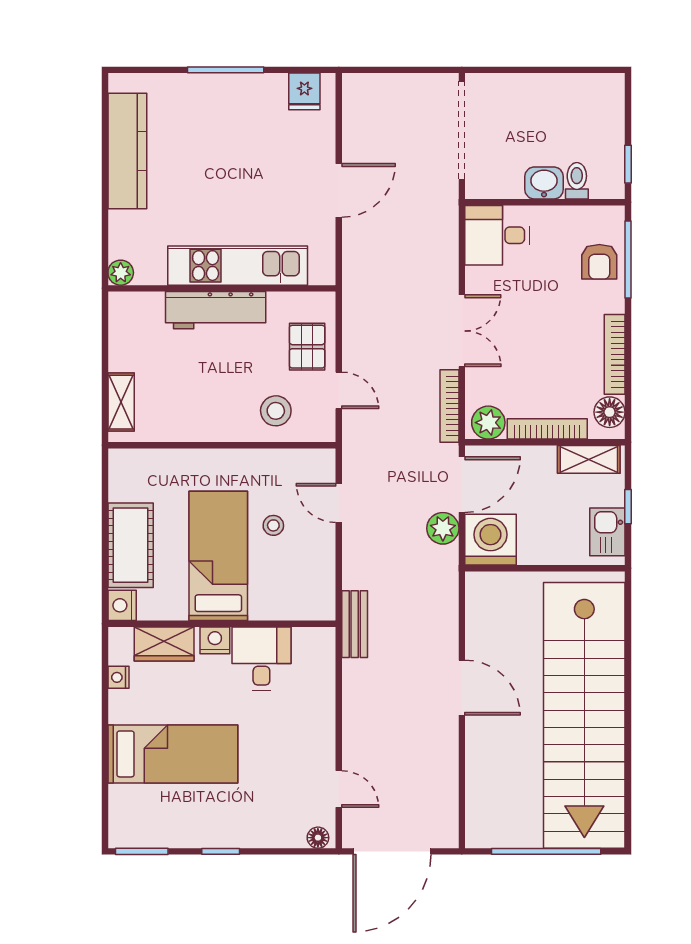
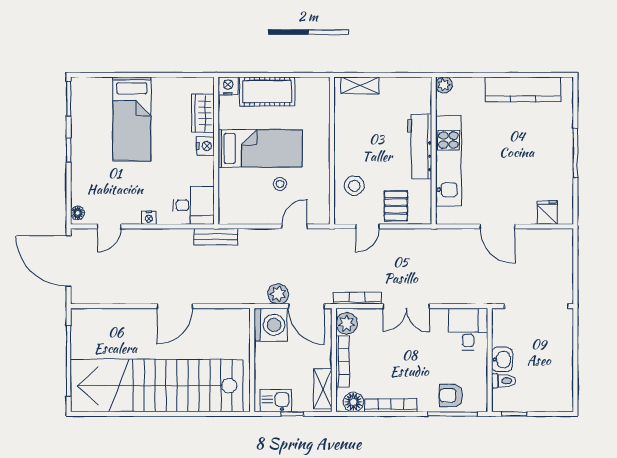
fridge: (304, 91) -> (547, 212), moved, turned 90
pallet: (307, 347) -> (396, 206), turned 90
desk: (261, 659) -> (194, 205), moved
nightstand: (119, 677) -> (149, 218), moved, turned 180

